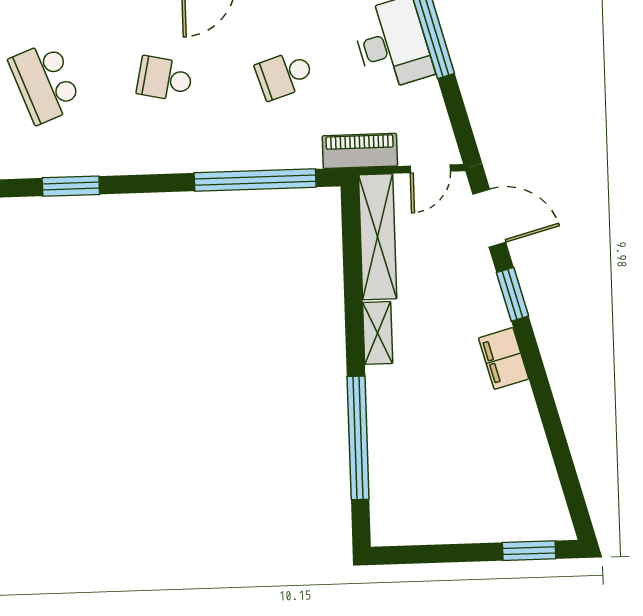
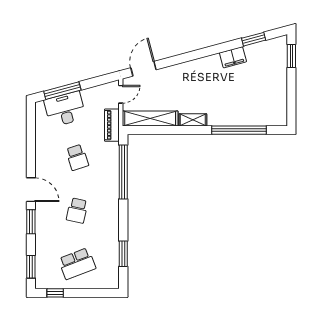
door: (430, 169) -> (121, 94), hinge flipped
window: (513, 294) -> (254, 39), moved
filing cabinet: (504, 358) -> (233, 57), moved

